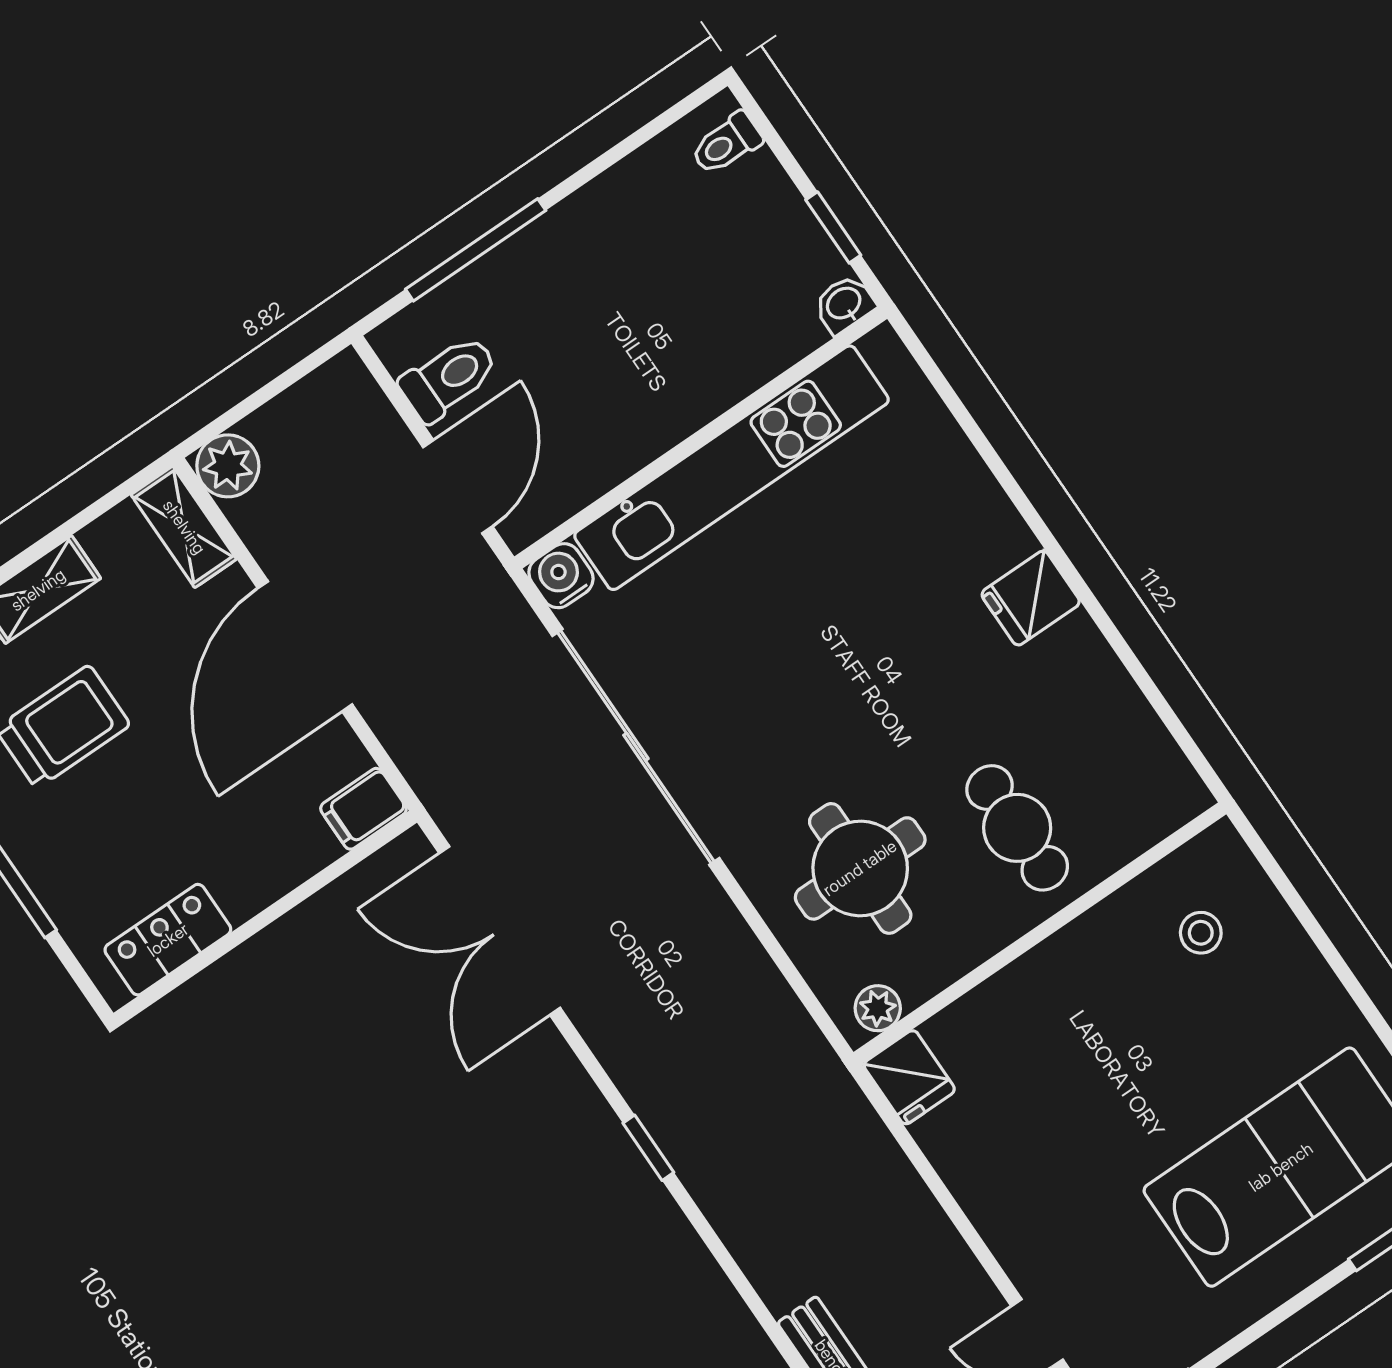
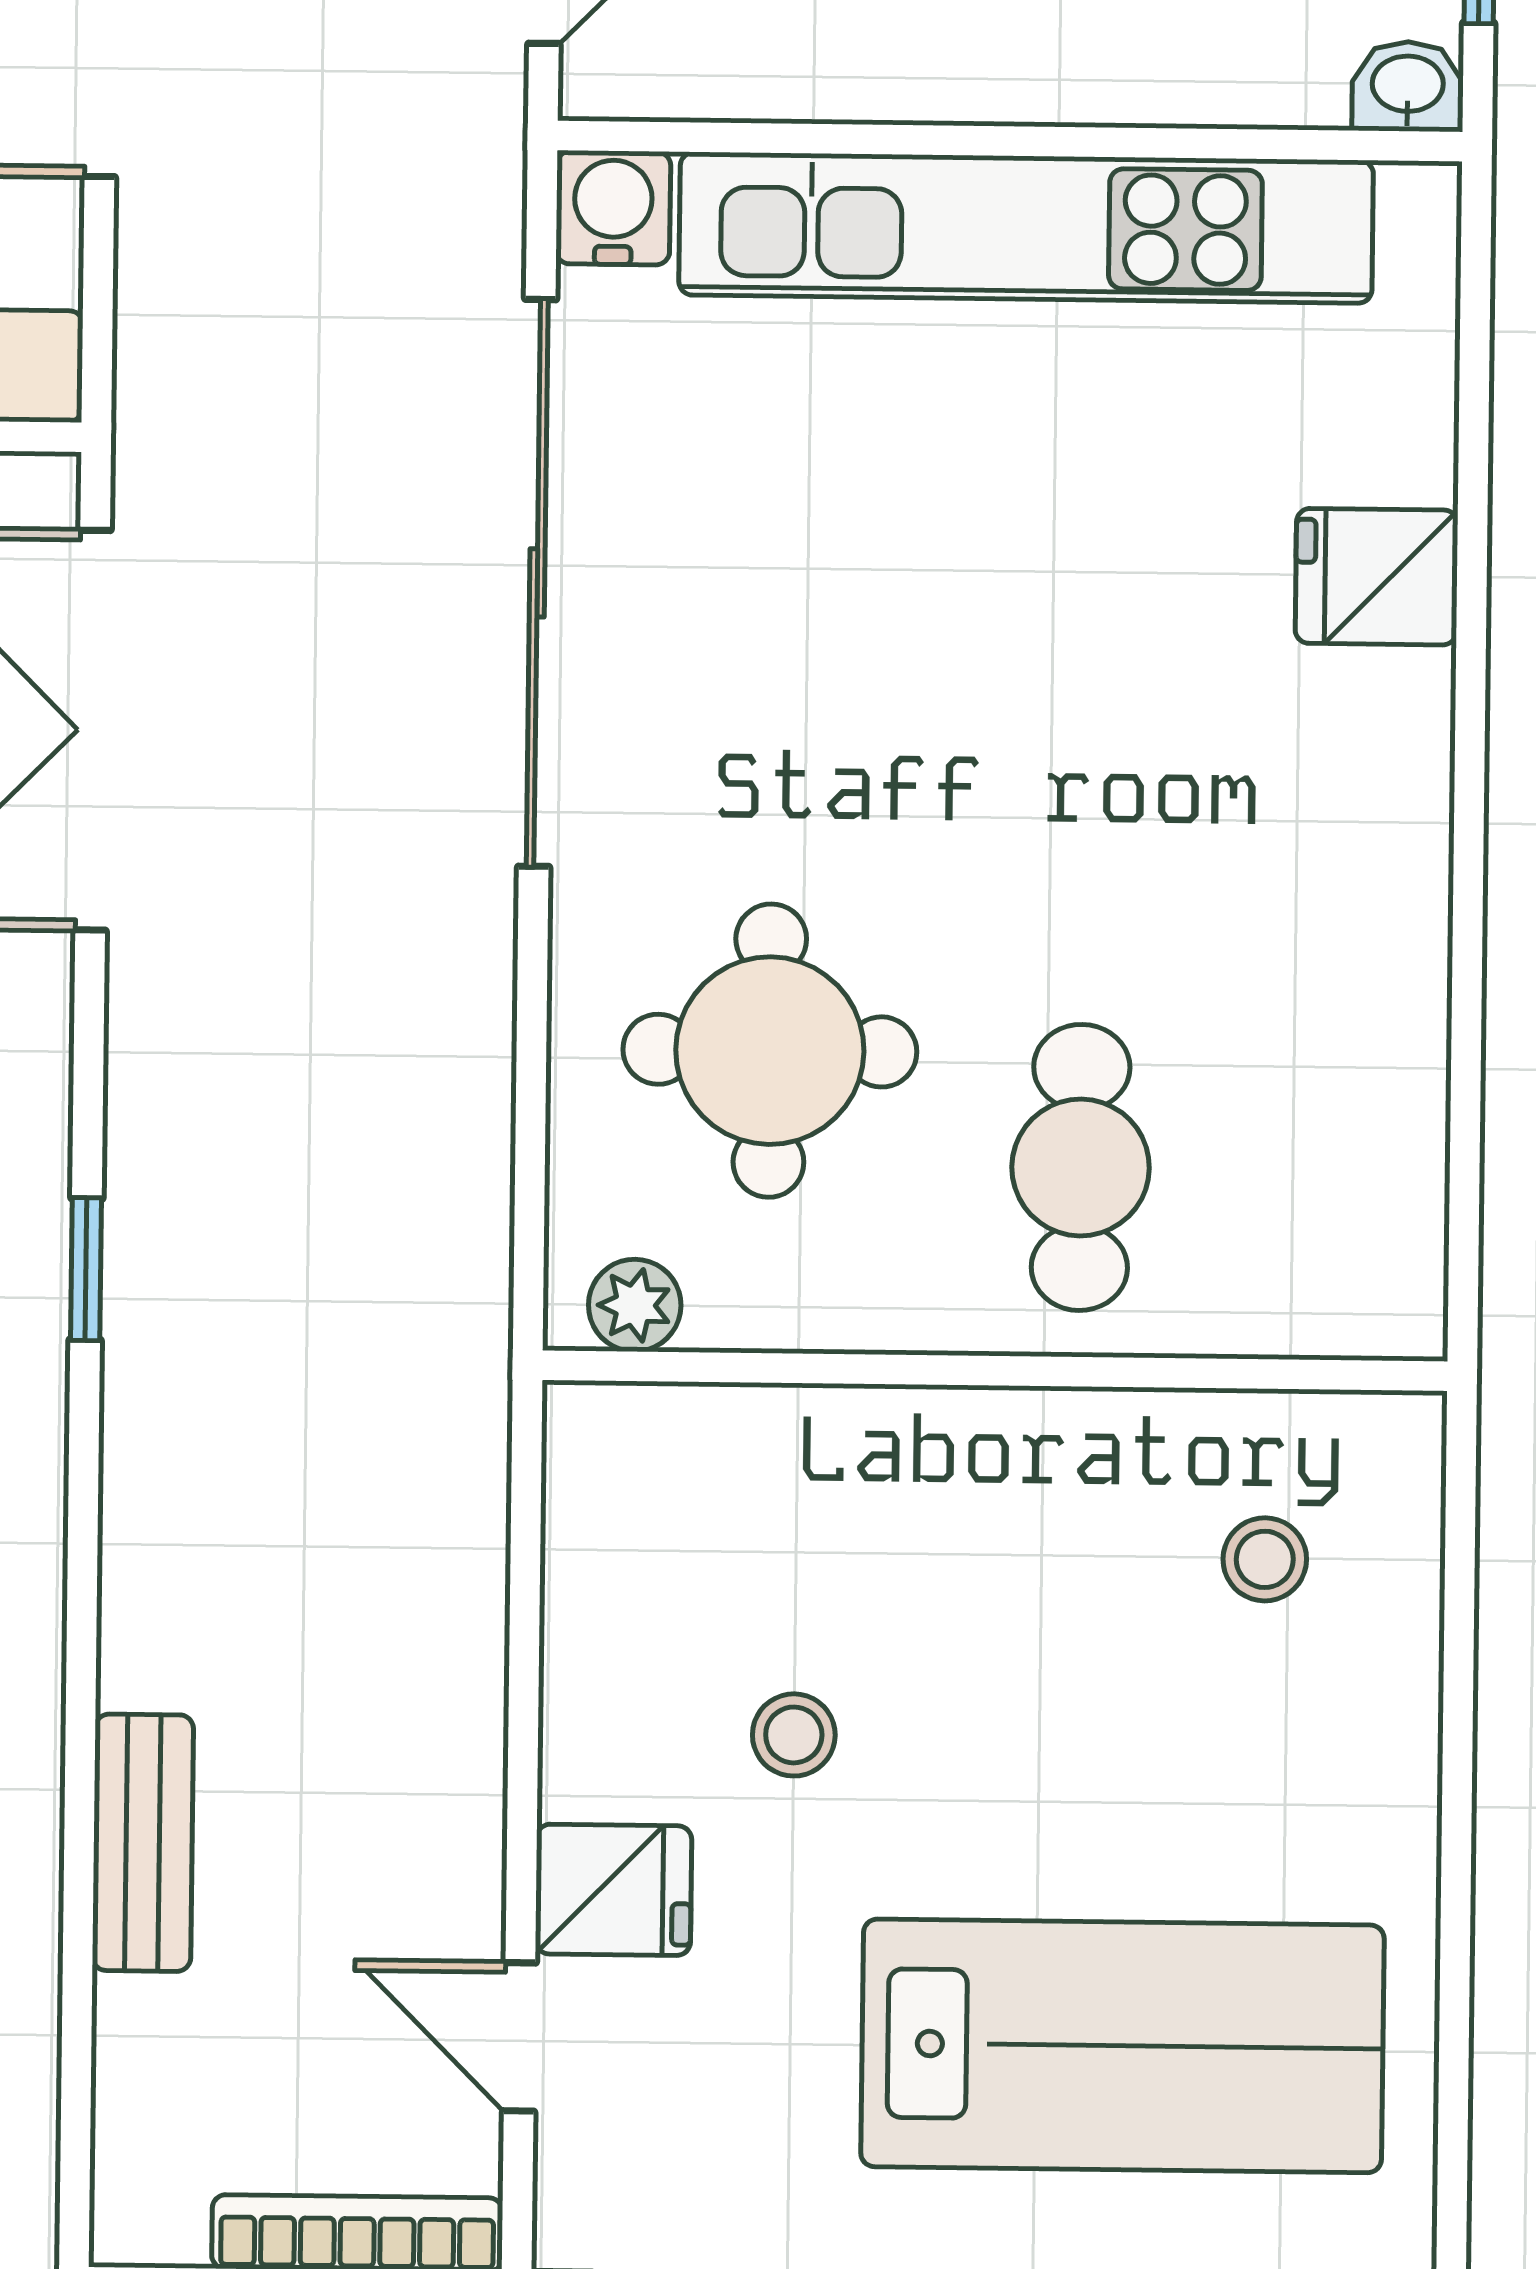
fridge: (1031, 598) -> (1377, 577), moved
fridge: (909, 1077) -> (613, 1890), moved, turned -90
stool: (1062, 1135) -> (794, 1735), added

